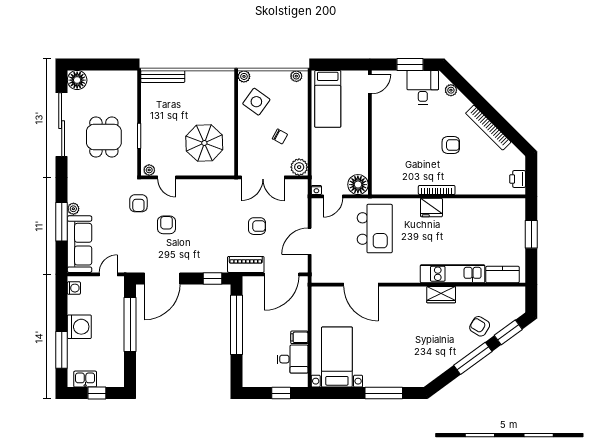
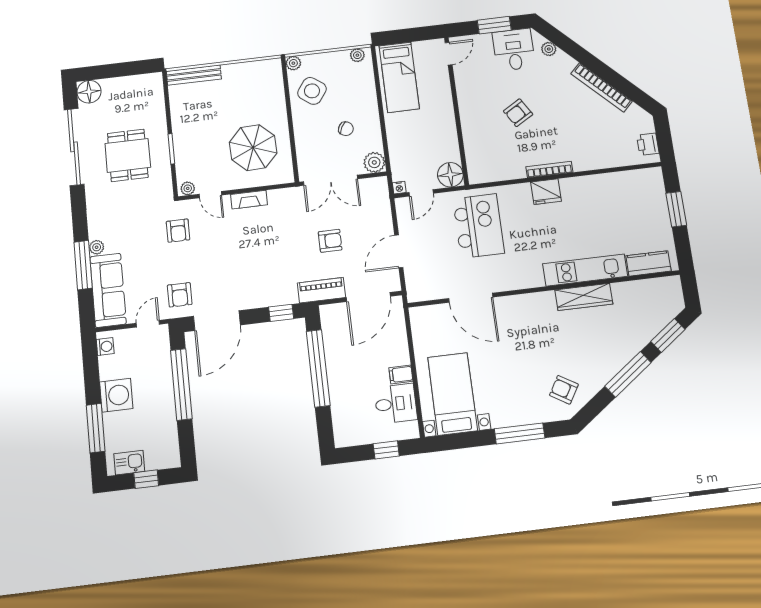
armchair: (451, 145) -> (518, 113), moved, turned 149
fireplace: (197, 185) -> (249, 200), added
armchair: (167, 225) -> (180, 295), moved, turned 180
wardrobe: (441, 295) -> (584, 297), width x1.50
armchair: (480, 326) -> (564, 390), moved

